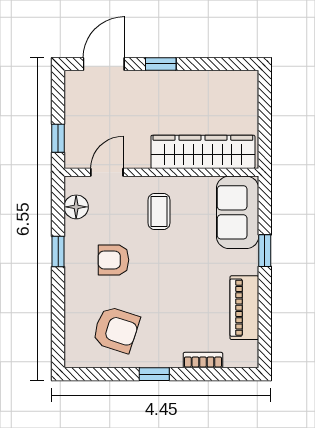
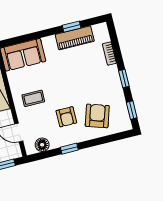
window: (265, 251) -> (72, 27), moved
armchair: (116, 330) -> (97, 116), moved
window: (97, 374) -> (132, 110), added

